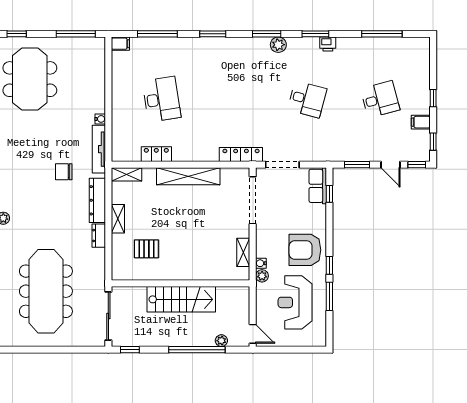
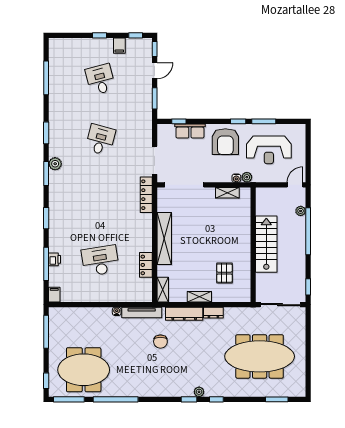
printer: (328, 44) -> (55, 259), moved
row of seats: (318, 186) -> (190, 131), moved

